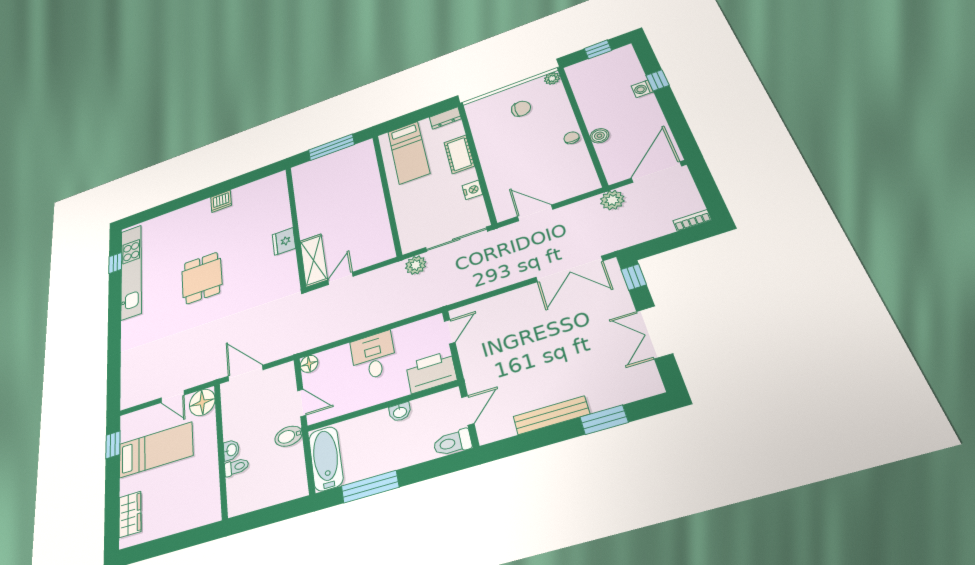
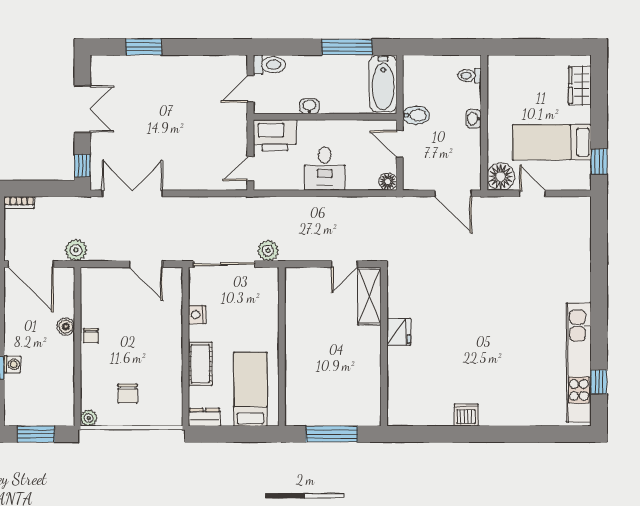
window: (598, 49) -> (36, 434), width x1.50
chair: (521, 109) -> (128, 394), turned -90
door: (656, 172) -> (31, 264), hinge flipped
dining table: (202, 278) -> (494, 322), removed
bench: (551, 415) -> (183, 63), removed
toilet: (236, 467) -> (469, 76), moved

